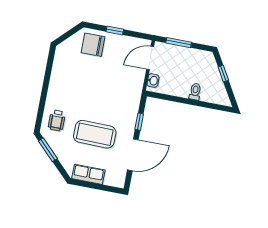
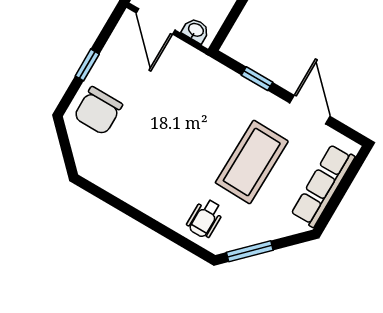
wheelchair: (57, 120) -> (205, 218), turned 90
door: (133, 155) -> (310, 110), width x0.73
row of seats: (88, 174) -> (323, 186), width x1.48

